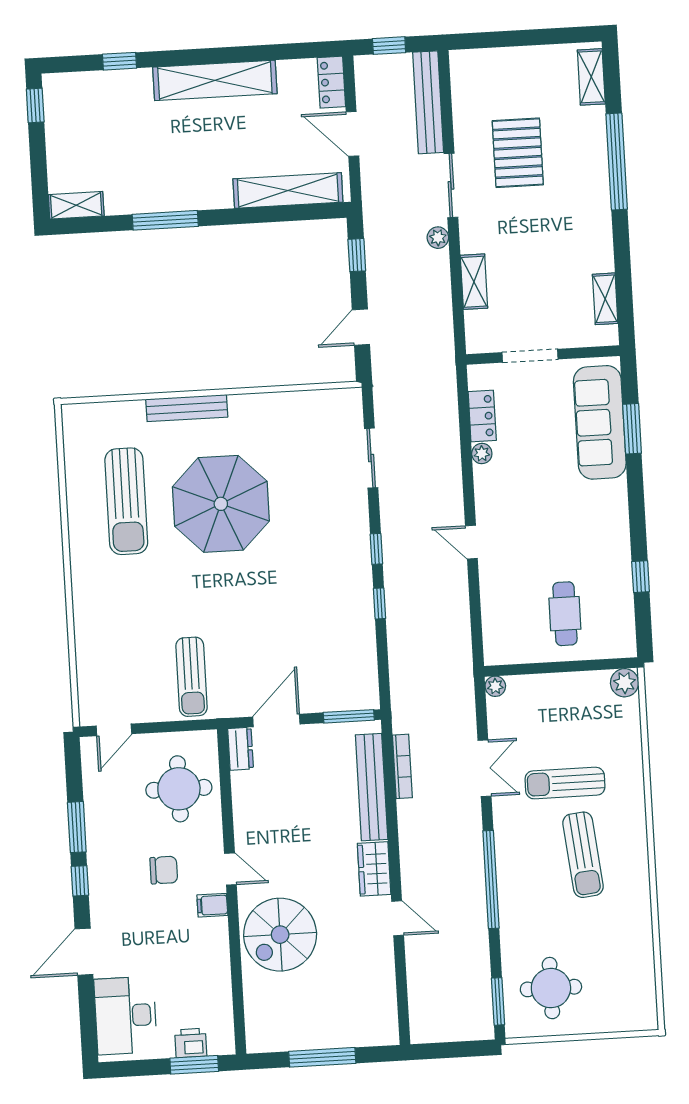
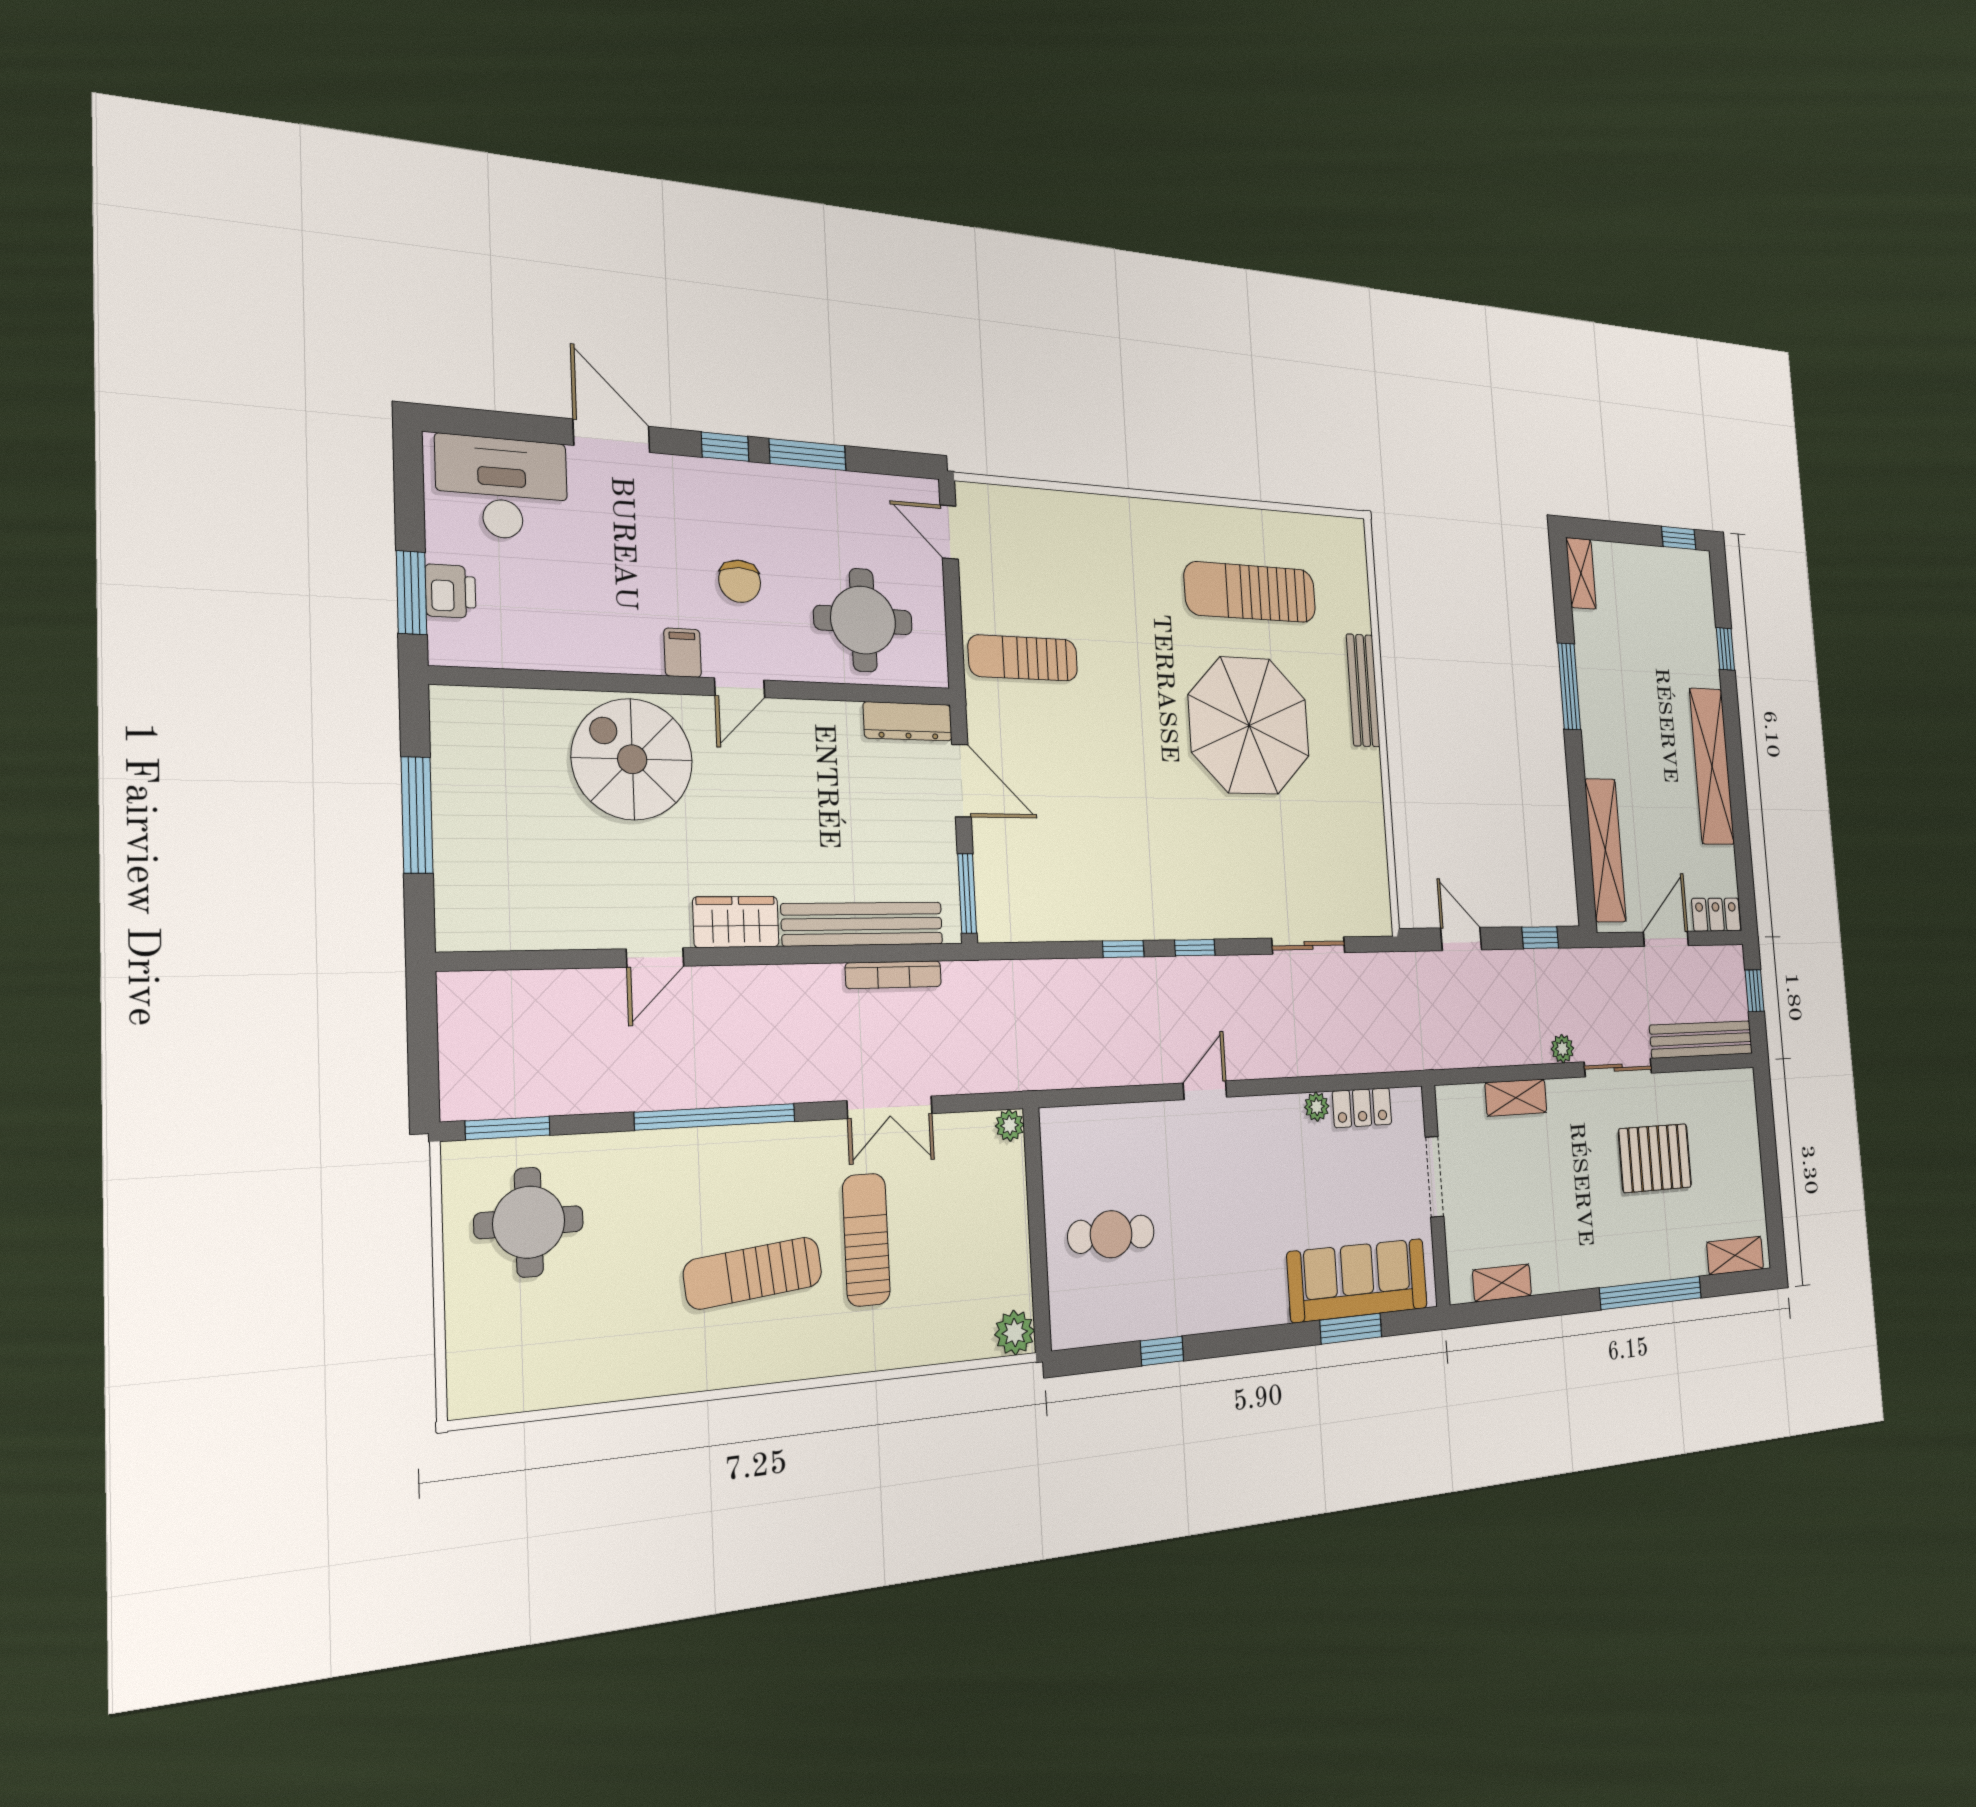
dresser: (241, 749) -> (908, 721), width x1.44

